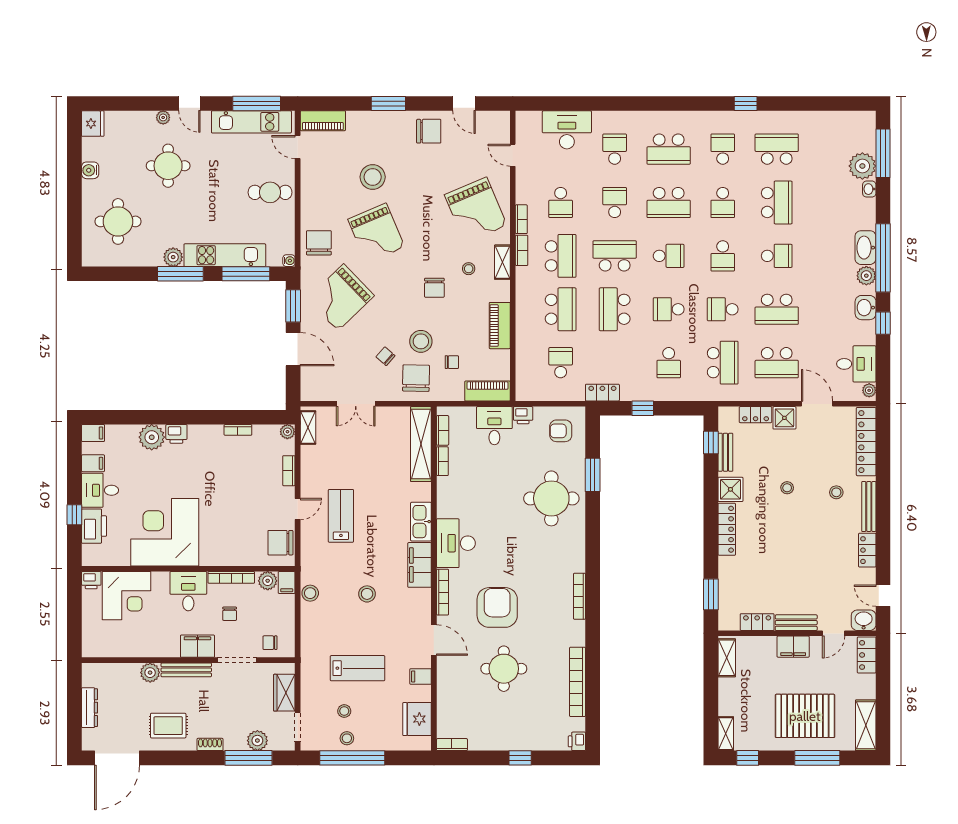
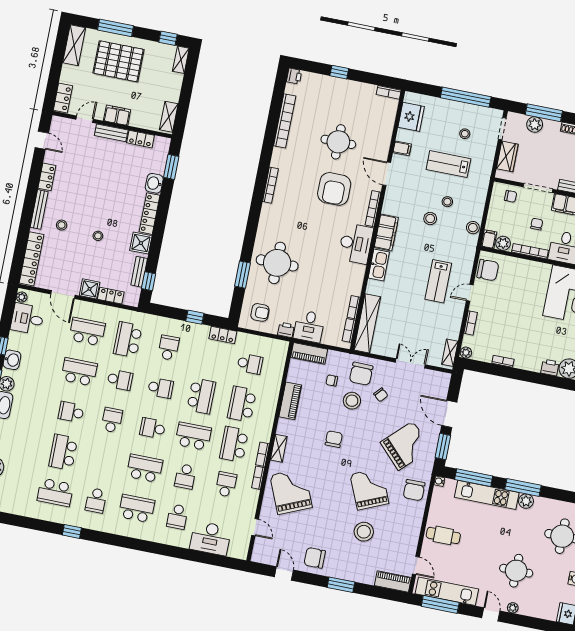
school desk: (723, 202) -> (104, 460), removed
school desk: (615, 256) -> (193, 436), turned 180
stool: (469, 269) -> (305, 448), removed
school desk: (561, 363) -> (250, 364), turned -90
washbasin: (864, 620) -> (154, 183), moved, turned 90
stool: (347, 738) -> (447, 202), moved

